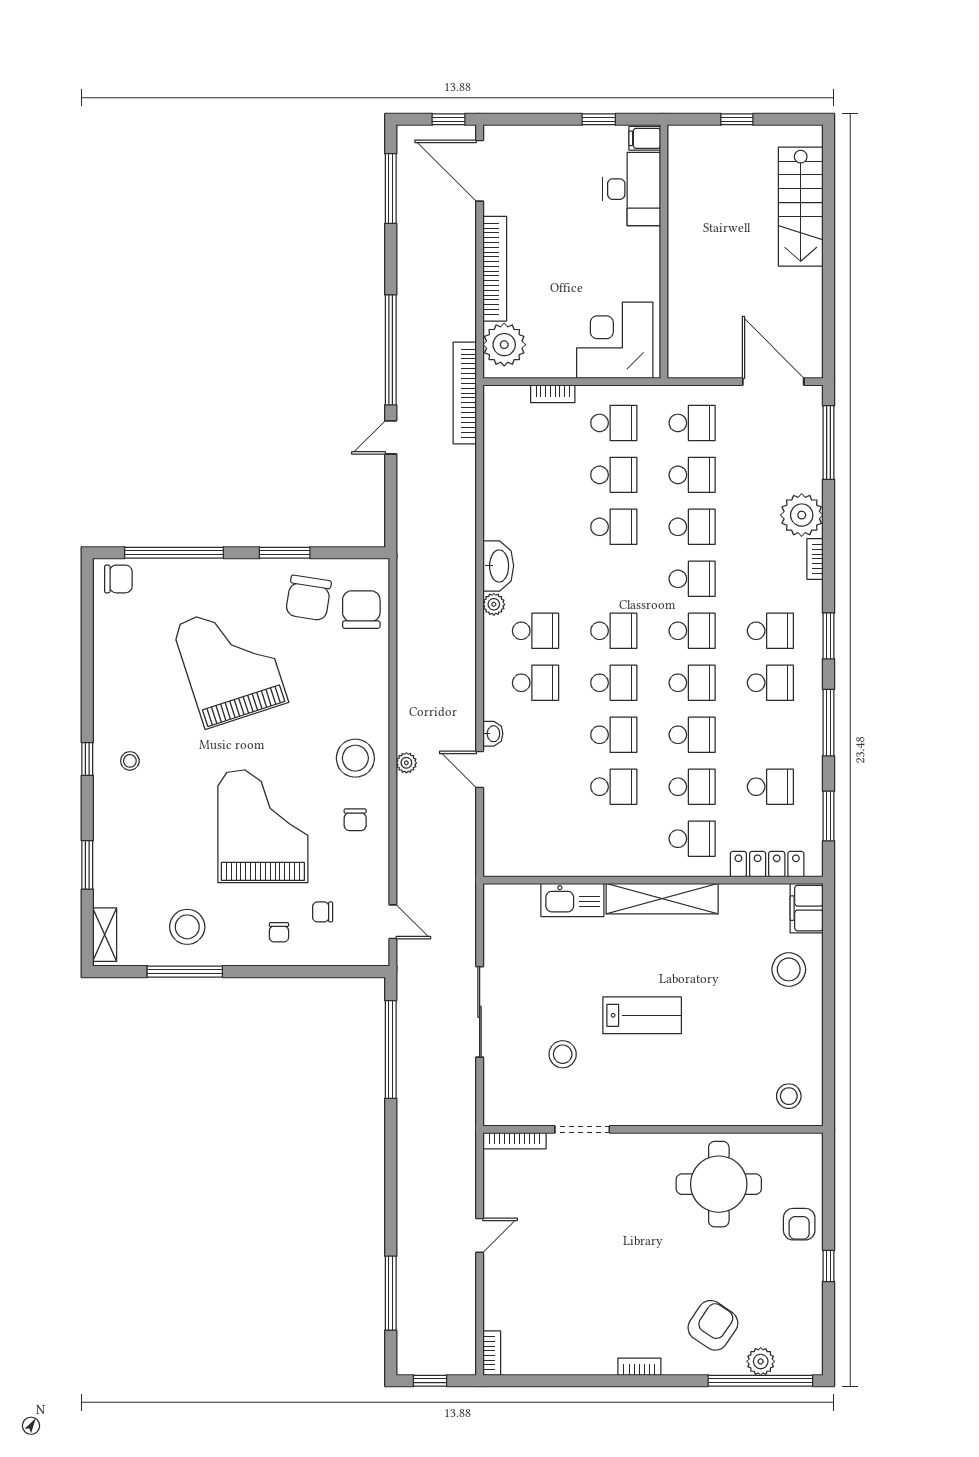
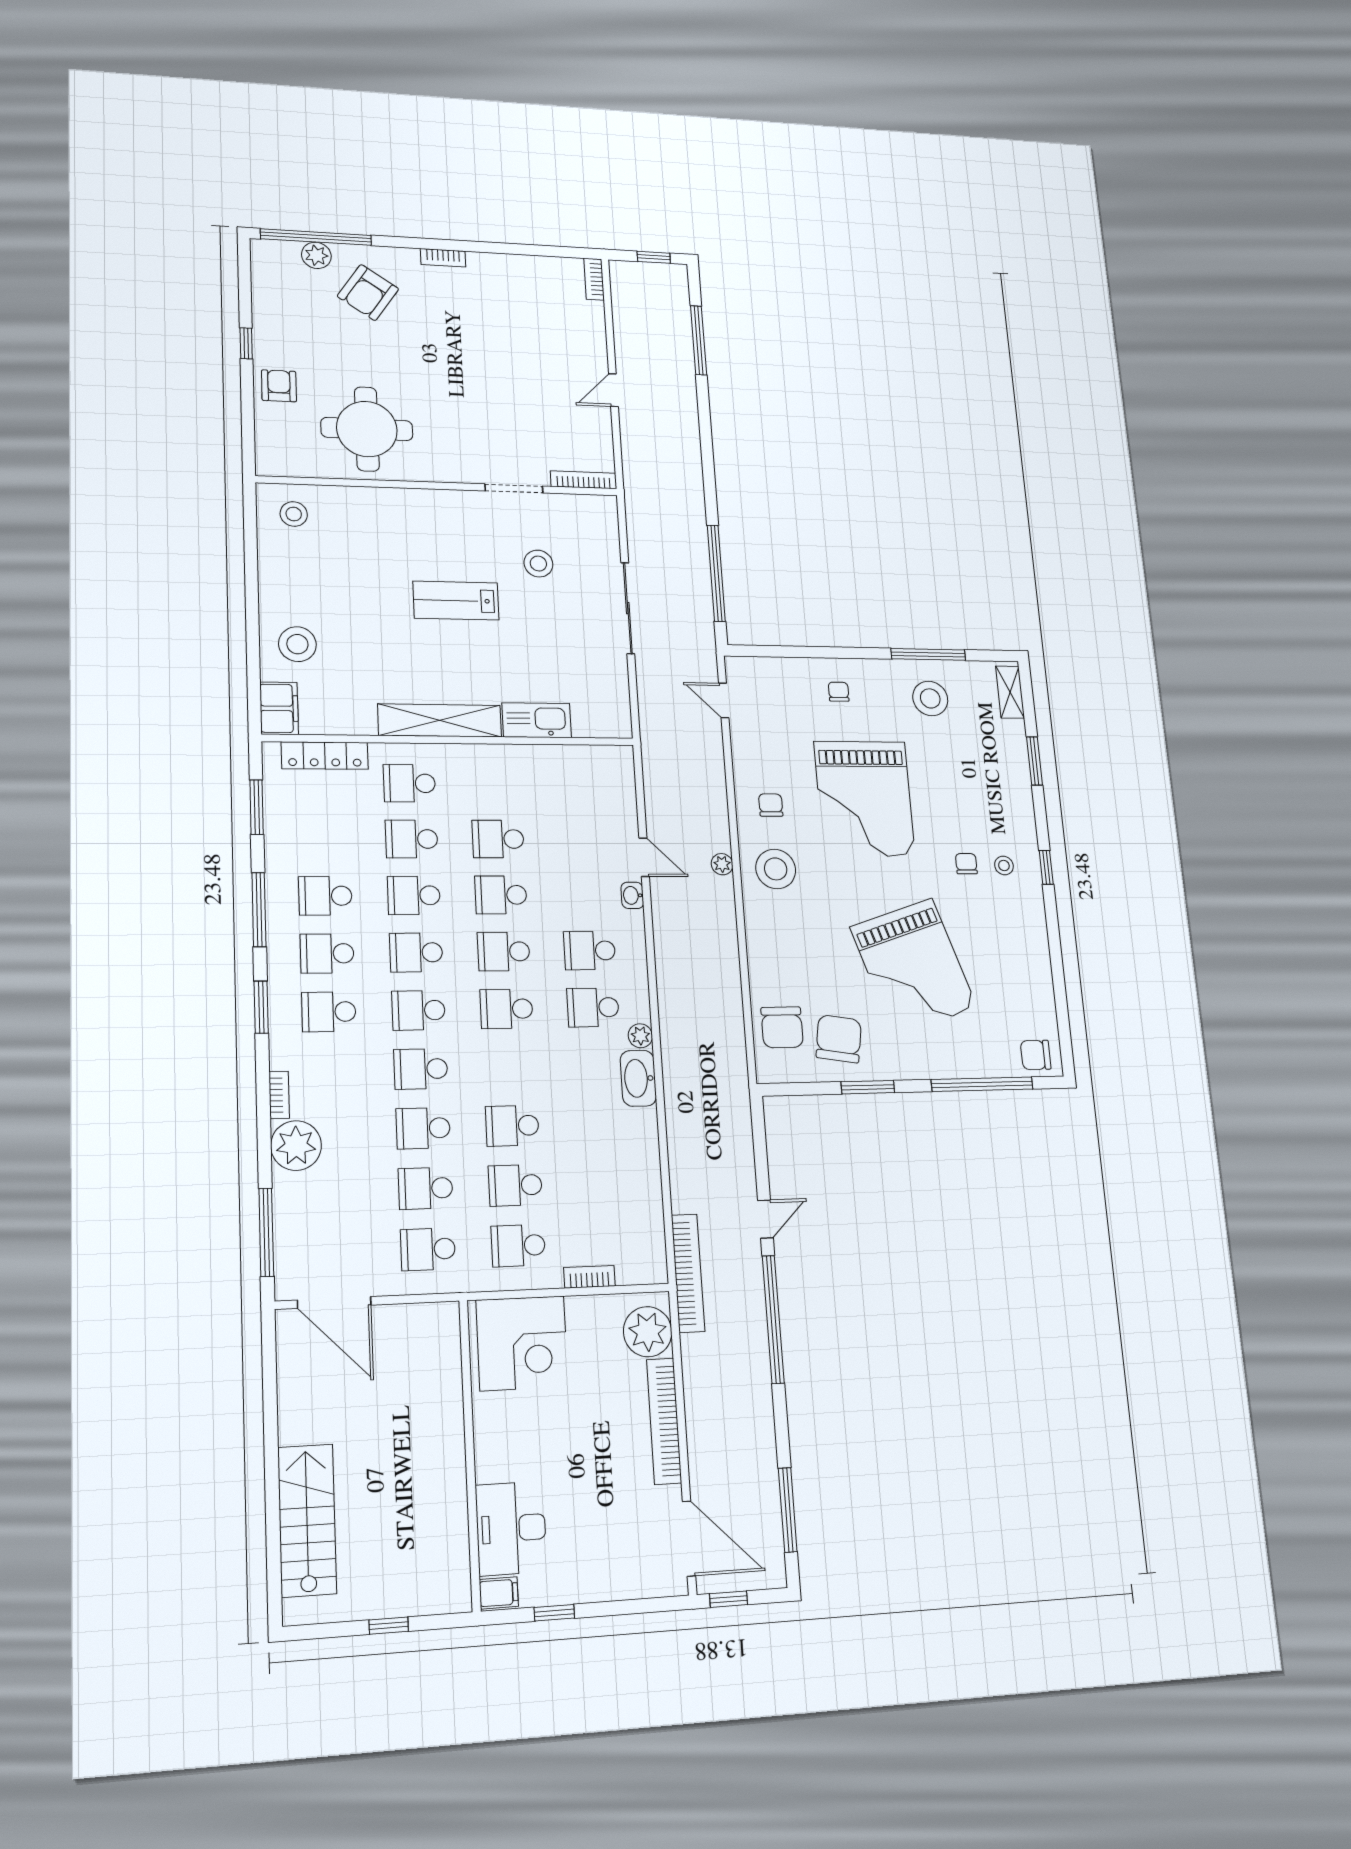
school desk: (770, 787) -> (325, 896), moved
chair: (323, 912) -> (966, 864), moved, turned -90

